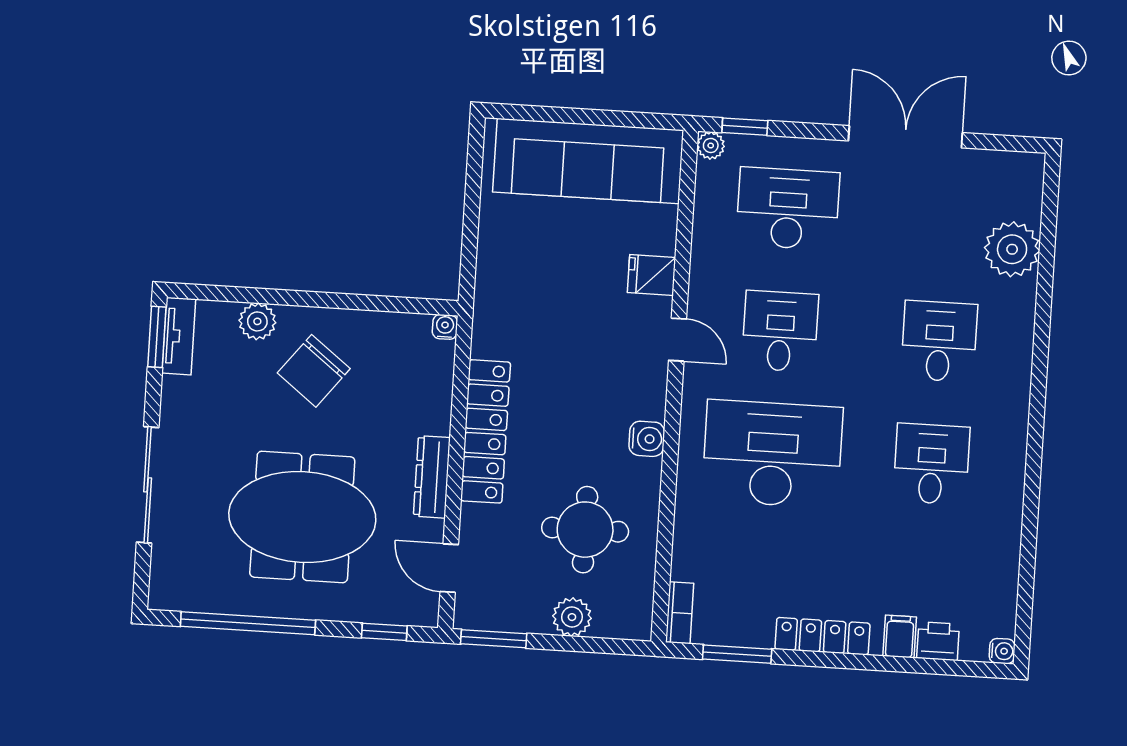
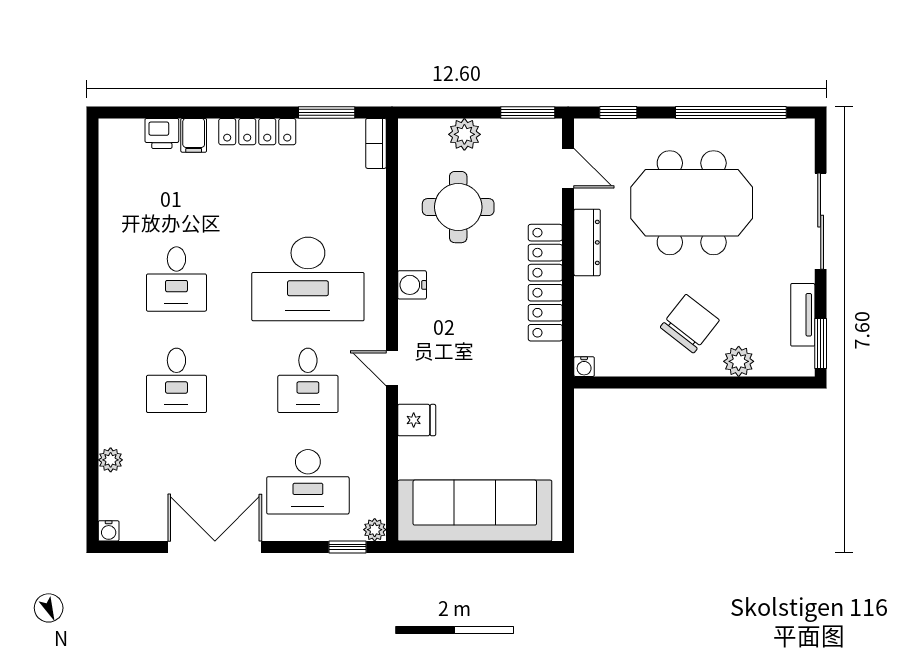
double door: (905, 137) -> (215, 547), swing flipped
plant: (1012, 249) -> (111, 460), width x0.53, depth x0.53
tv unit: (179, 336) -> (803, 315), moved
water cooler: (1002, 651) -> (109, 531), moved, turned -90

